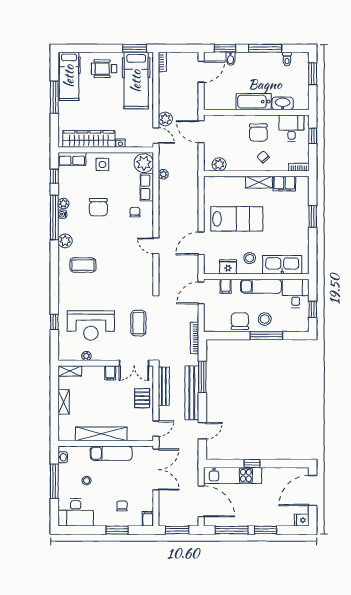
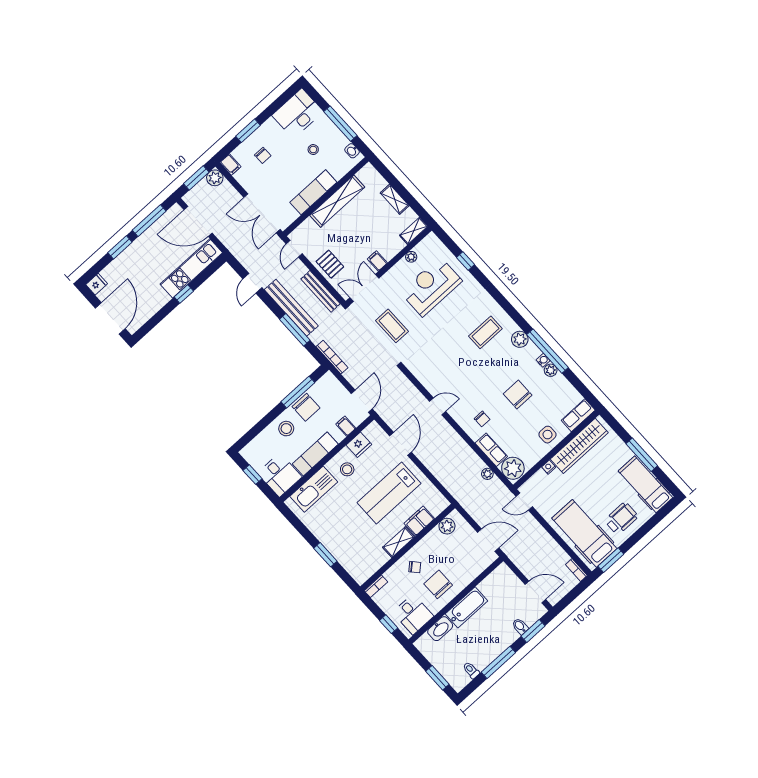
door: (201, 72) -> (535, 592), swing flipped
plant: (165, 119) -> (215, 178), moved
window: (54, 176) -> (580, 387), removed
filing cabinet: (284, 184) -> (419, 521), moved
window: (266, 336) -> (298, 392), moved

